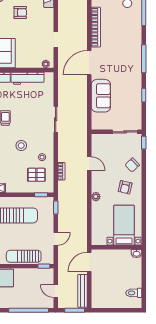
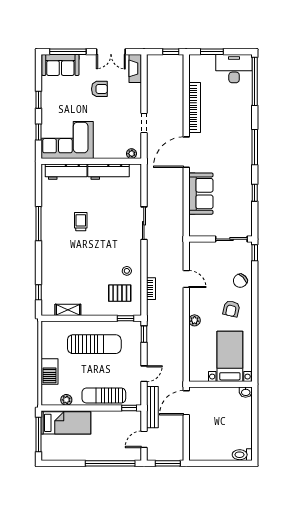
stool: (21, 146) -> (101, 256), removed
door: (56, 291) -> (144, 439), hinge flipped
bench: (83, 291) -> (152, 407), moved
toilet: (134, 293) -> (242, 455), moved

